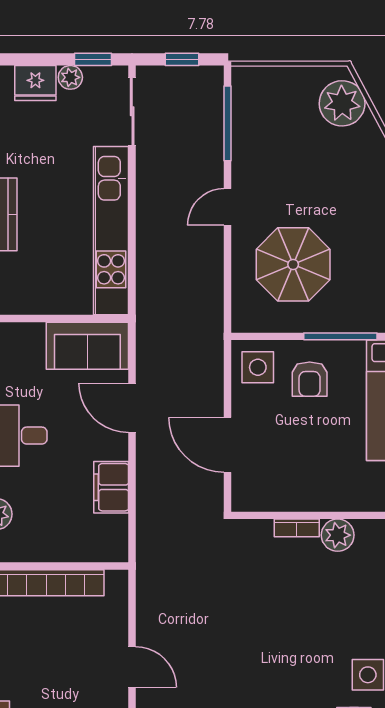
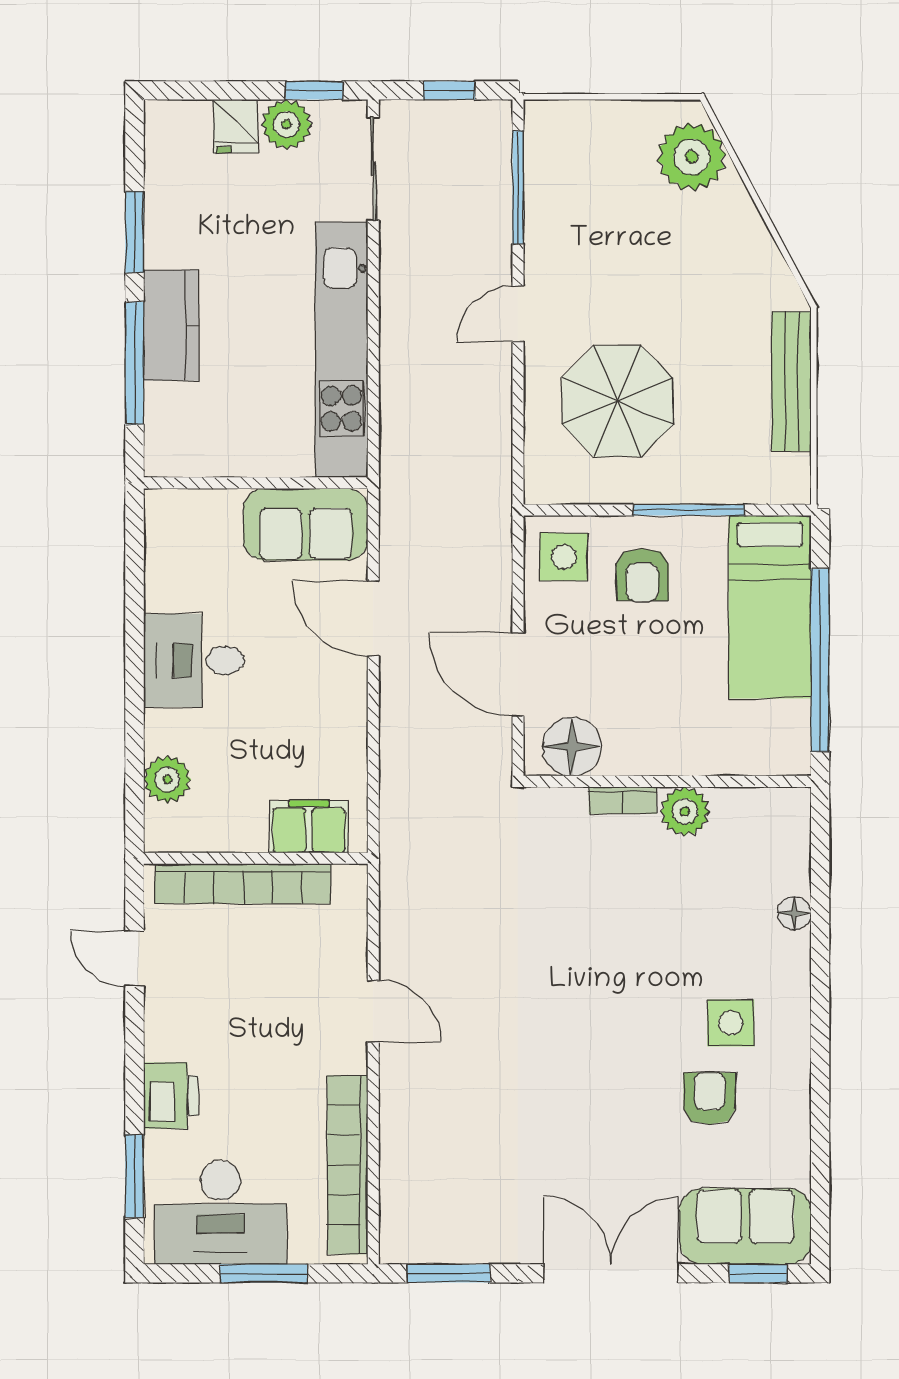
plant: (70, 77) -> (287, 124), width x1.38, depth x1.38
fridge: (35, 83) -> (236, 126), width x0.72
filing cabinet: (111, 487) -> (309, 827), moved, turned 90
floor lamp: (263, 492) -> (572, 747), added

